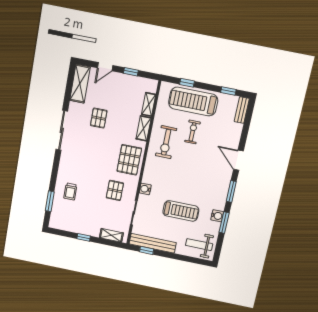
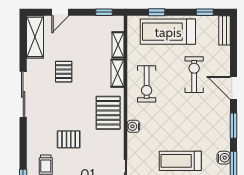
window: (131, 72) -> (104, 12), moved
exercise bike: (193, 132) -> (194, 75), moved, width x1.38, depth x1.39
water cooler: (145, 189) -> (133, 126), moved
pallet: (115, 190) -> (69, 139), moved, turned 90
treadmill: (181, 211) -> (180, 161), turned 180

